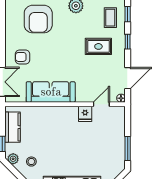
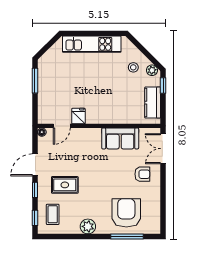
door: (128, 78) -> (35, 165), moved
sofa: (51, 92) -> (120, 138), width x0.73

